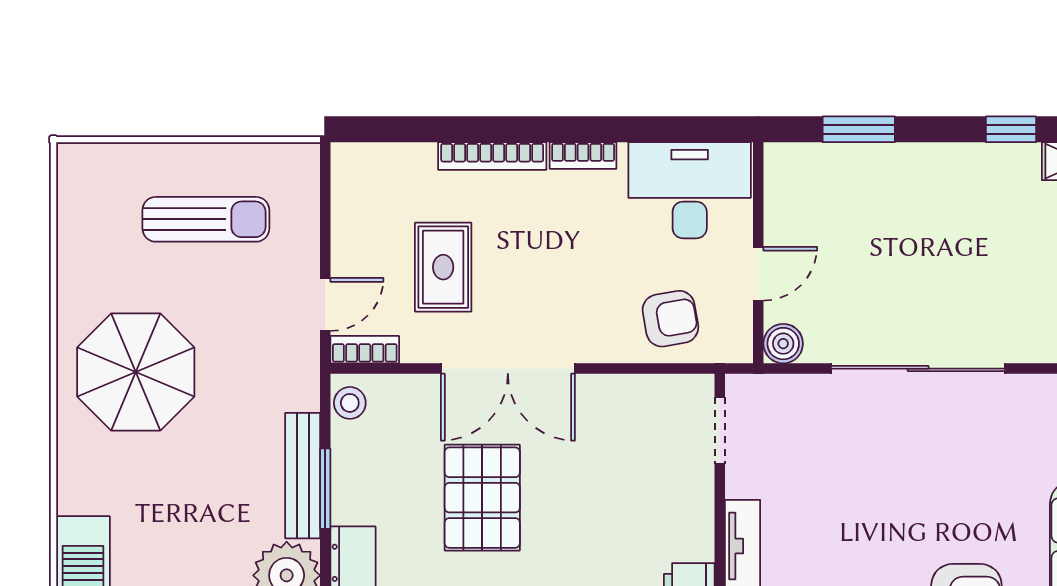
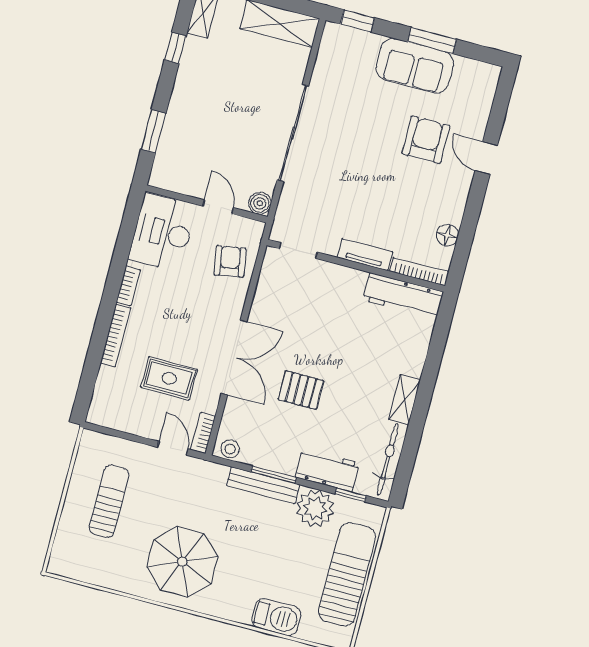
pallet: (482, 498) -> (301, 390), width x0.67, depth x0.71

